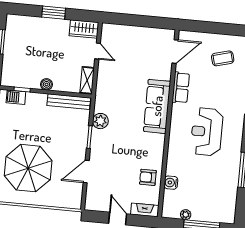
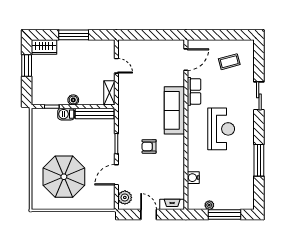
window: (54, 13) -> (74, 35), width x1.44
wardrobe: (84, 29) -> (44, 47), moved
barbecue: (16, 97) -> (66, 114), moved
plant: (100, 121) -> (125, 197), moved
reception desk: (207, 132) -> (221, 129), turned 180
armchair: (148, 177) -> (149, 146), moved

